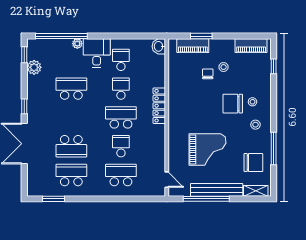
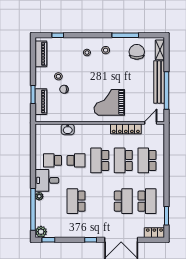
washbasin: (159, 46) -> (68, 129), moved
plant: (34, 67) -> (41, 232), moved
school desk: (121, 89) -> (76, 160), turned 180
chair: (233, 104) -> (88, 69), removed
locker: (159, 106) -> (126, 129), moved
school desk: (121, 146) -> (123, 160), width x1.85
grand piano: (207, 149) -> (109, 102), moved, turned -90
school desk: (71, 175) -> (147, 201), turned 180
locker: (33, 184) -> (154, 233), added

